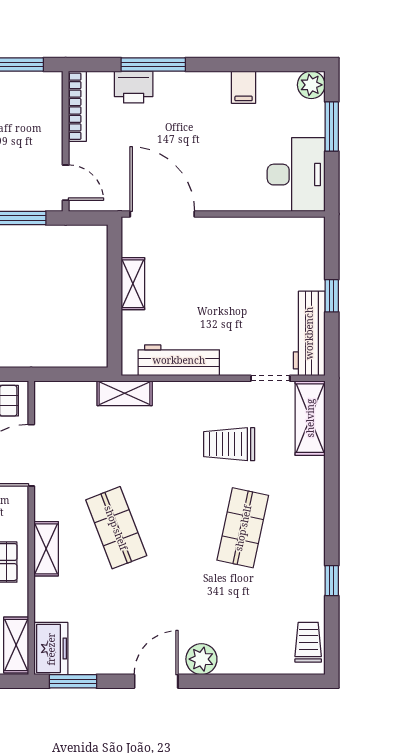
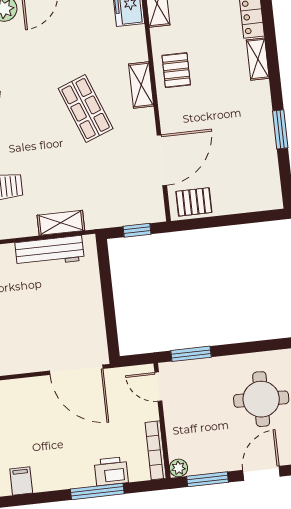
plant: (52, 82) -> (178, 468), added
shelving: (133, 284) -> (94, 310), removed
window: (71, 374) -> (137, 230), added
shelving: (125, 393) -> (61, 223), moved

